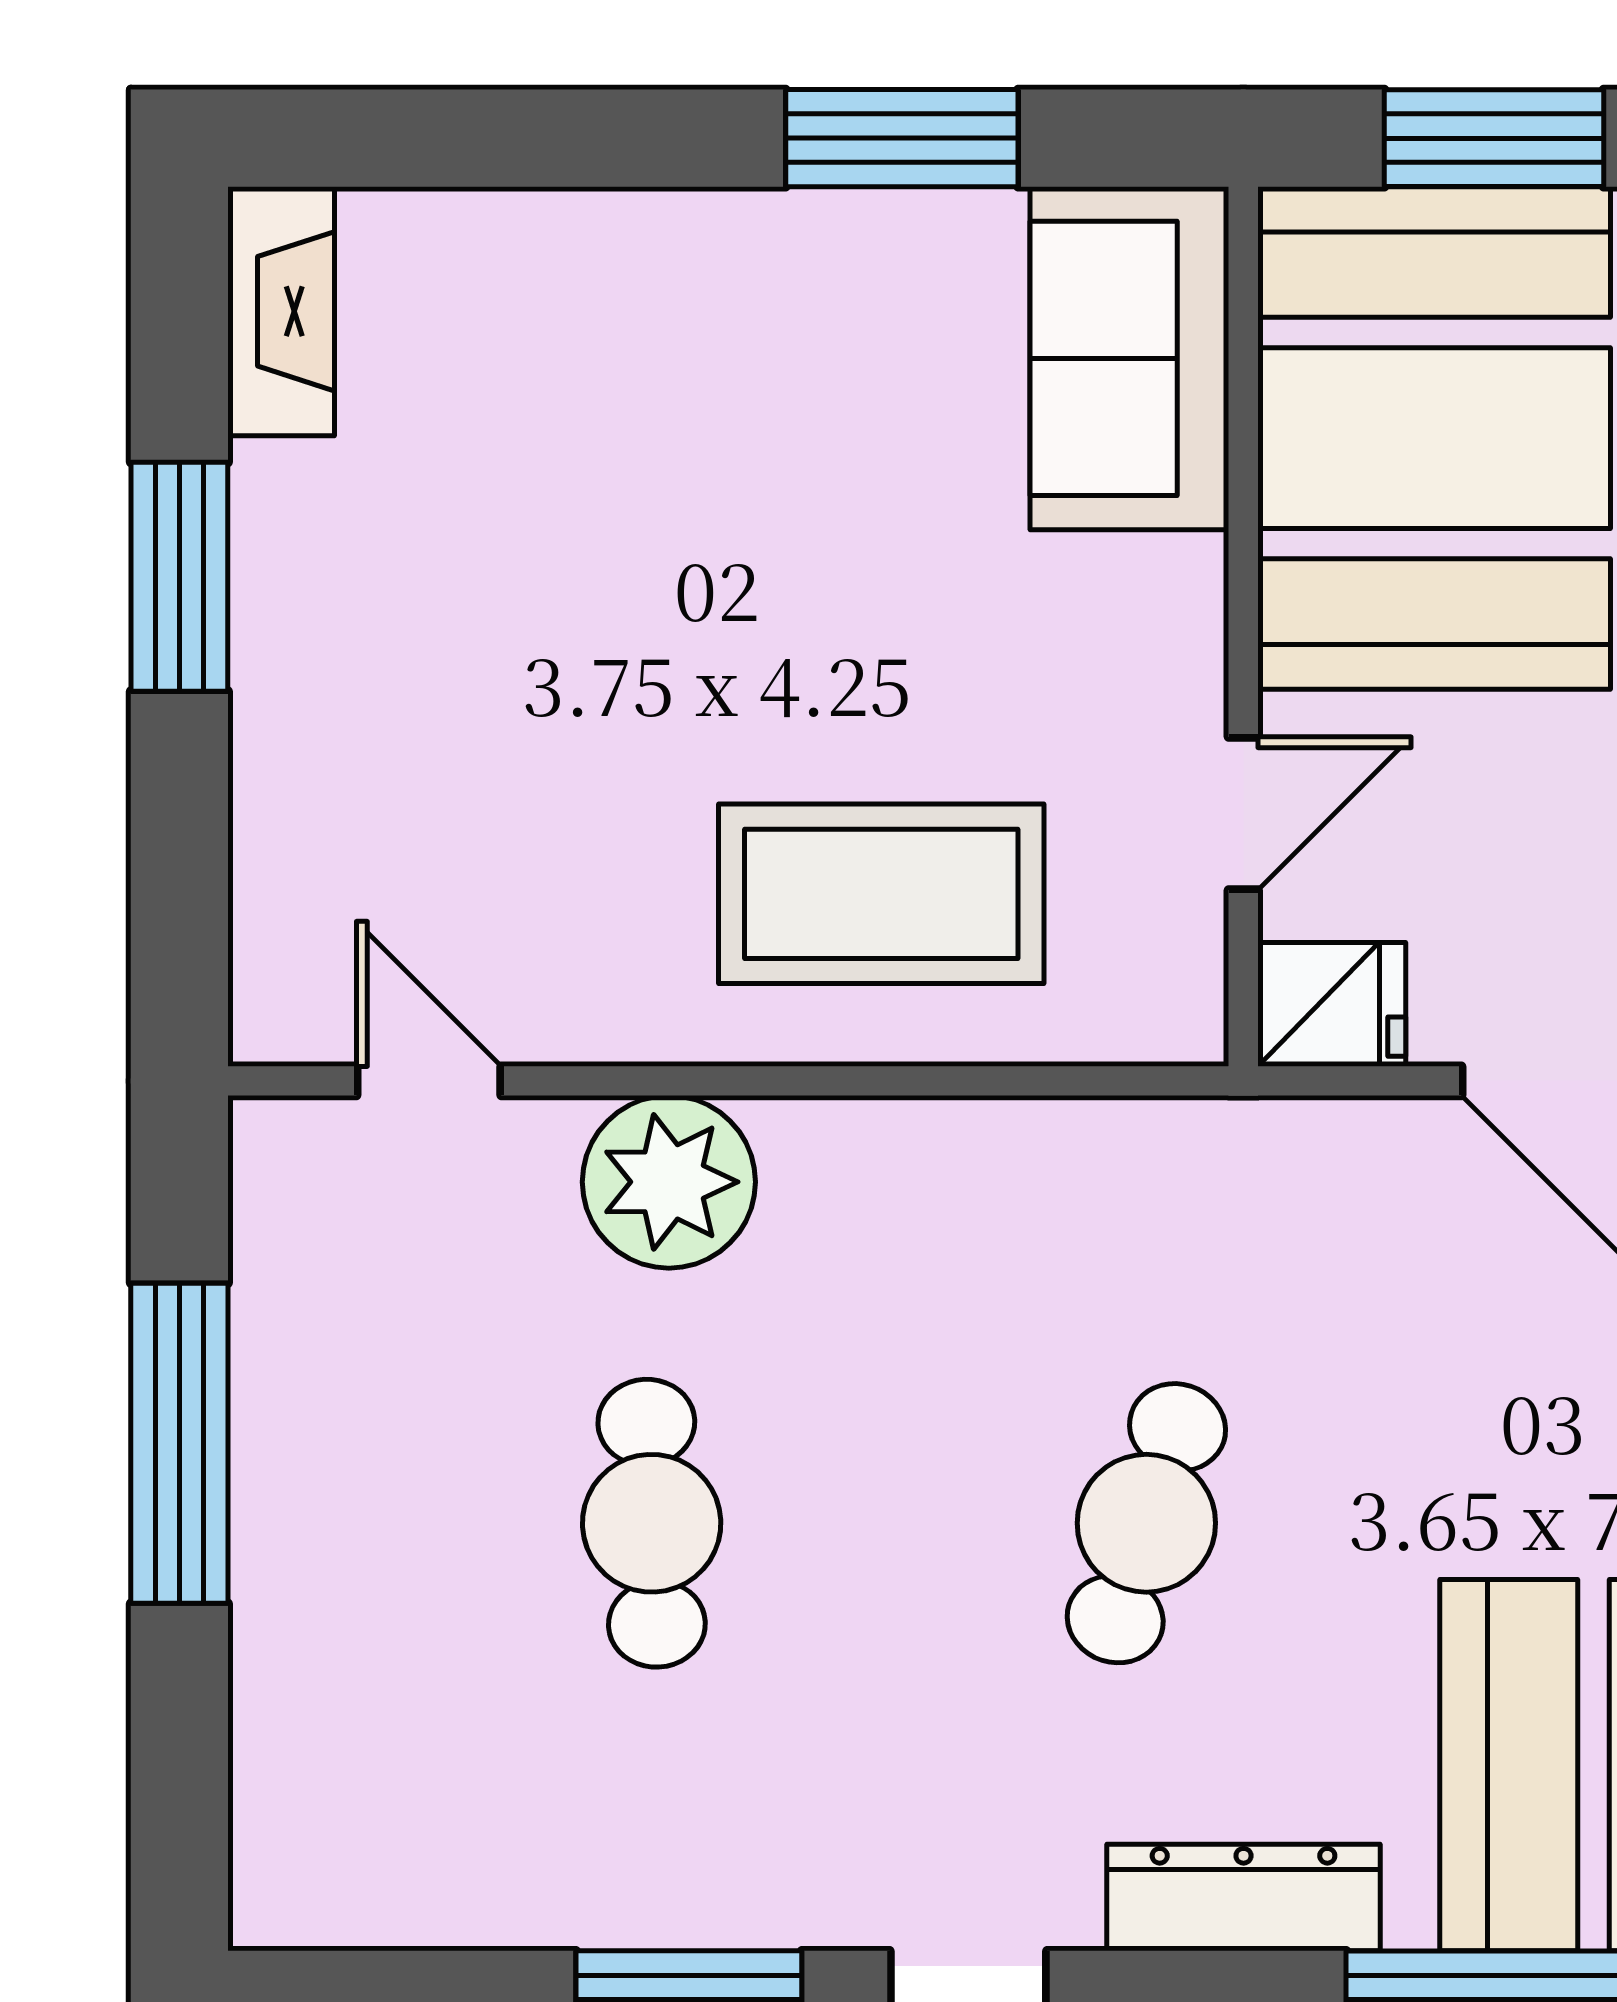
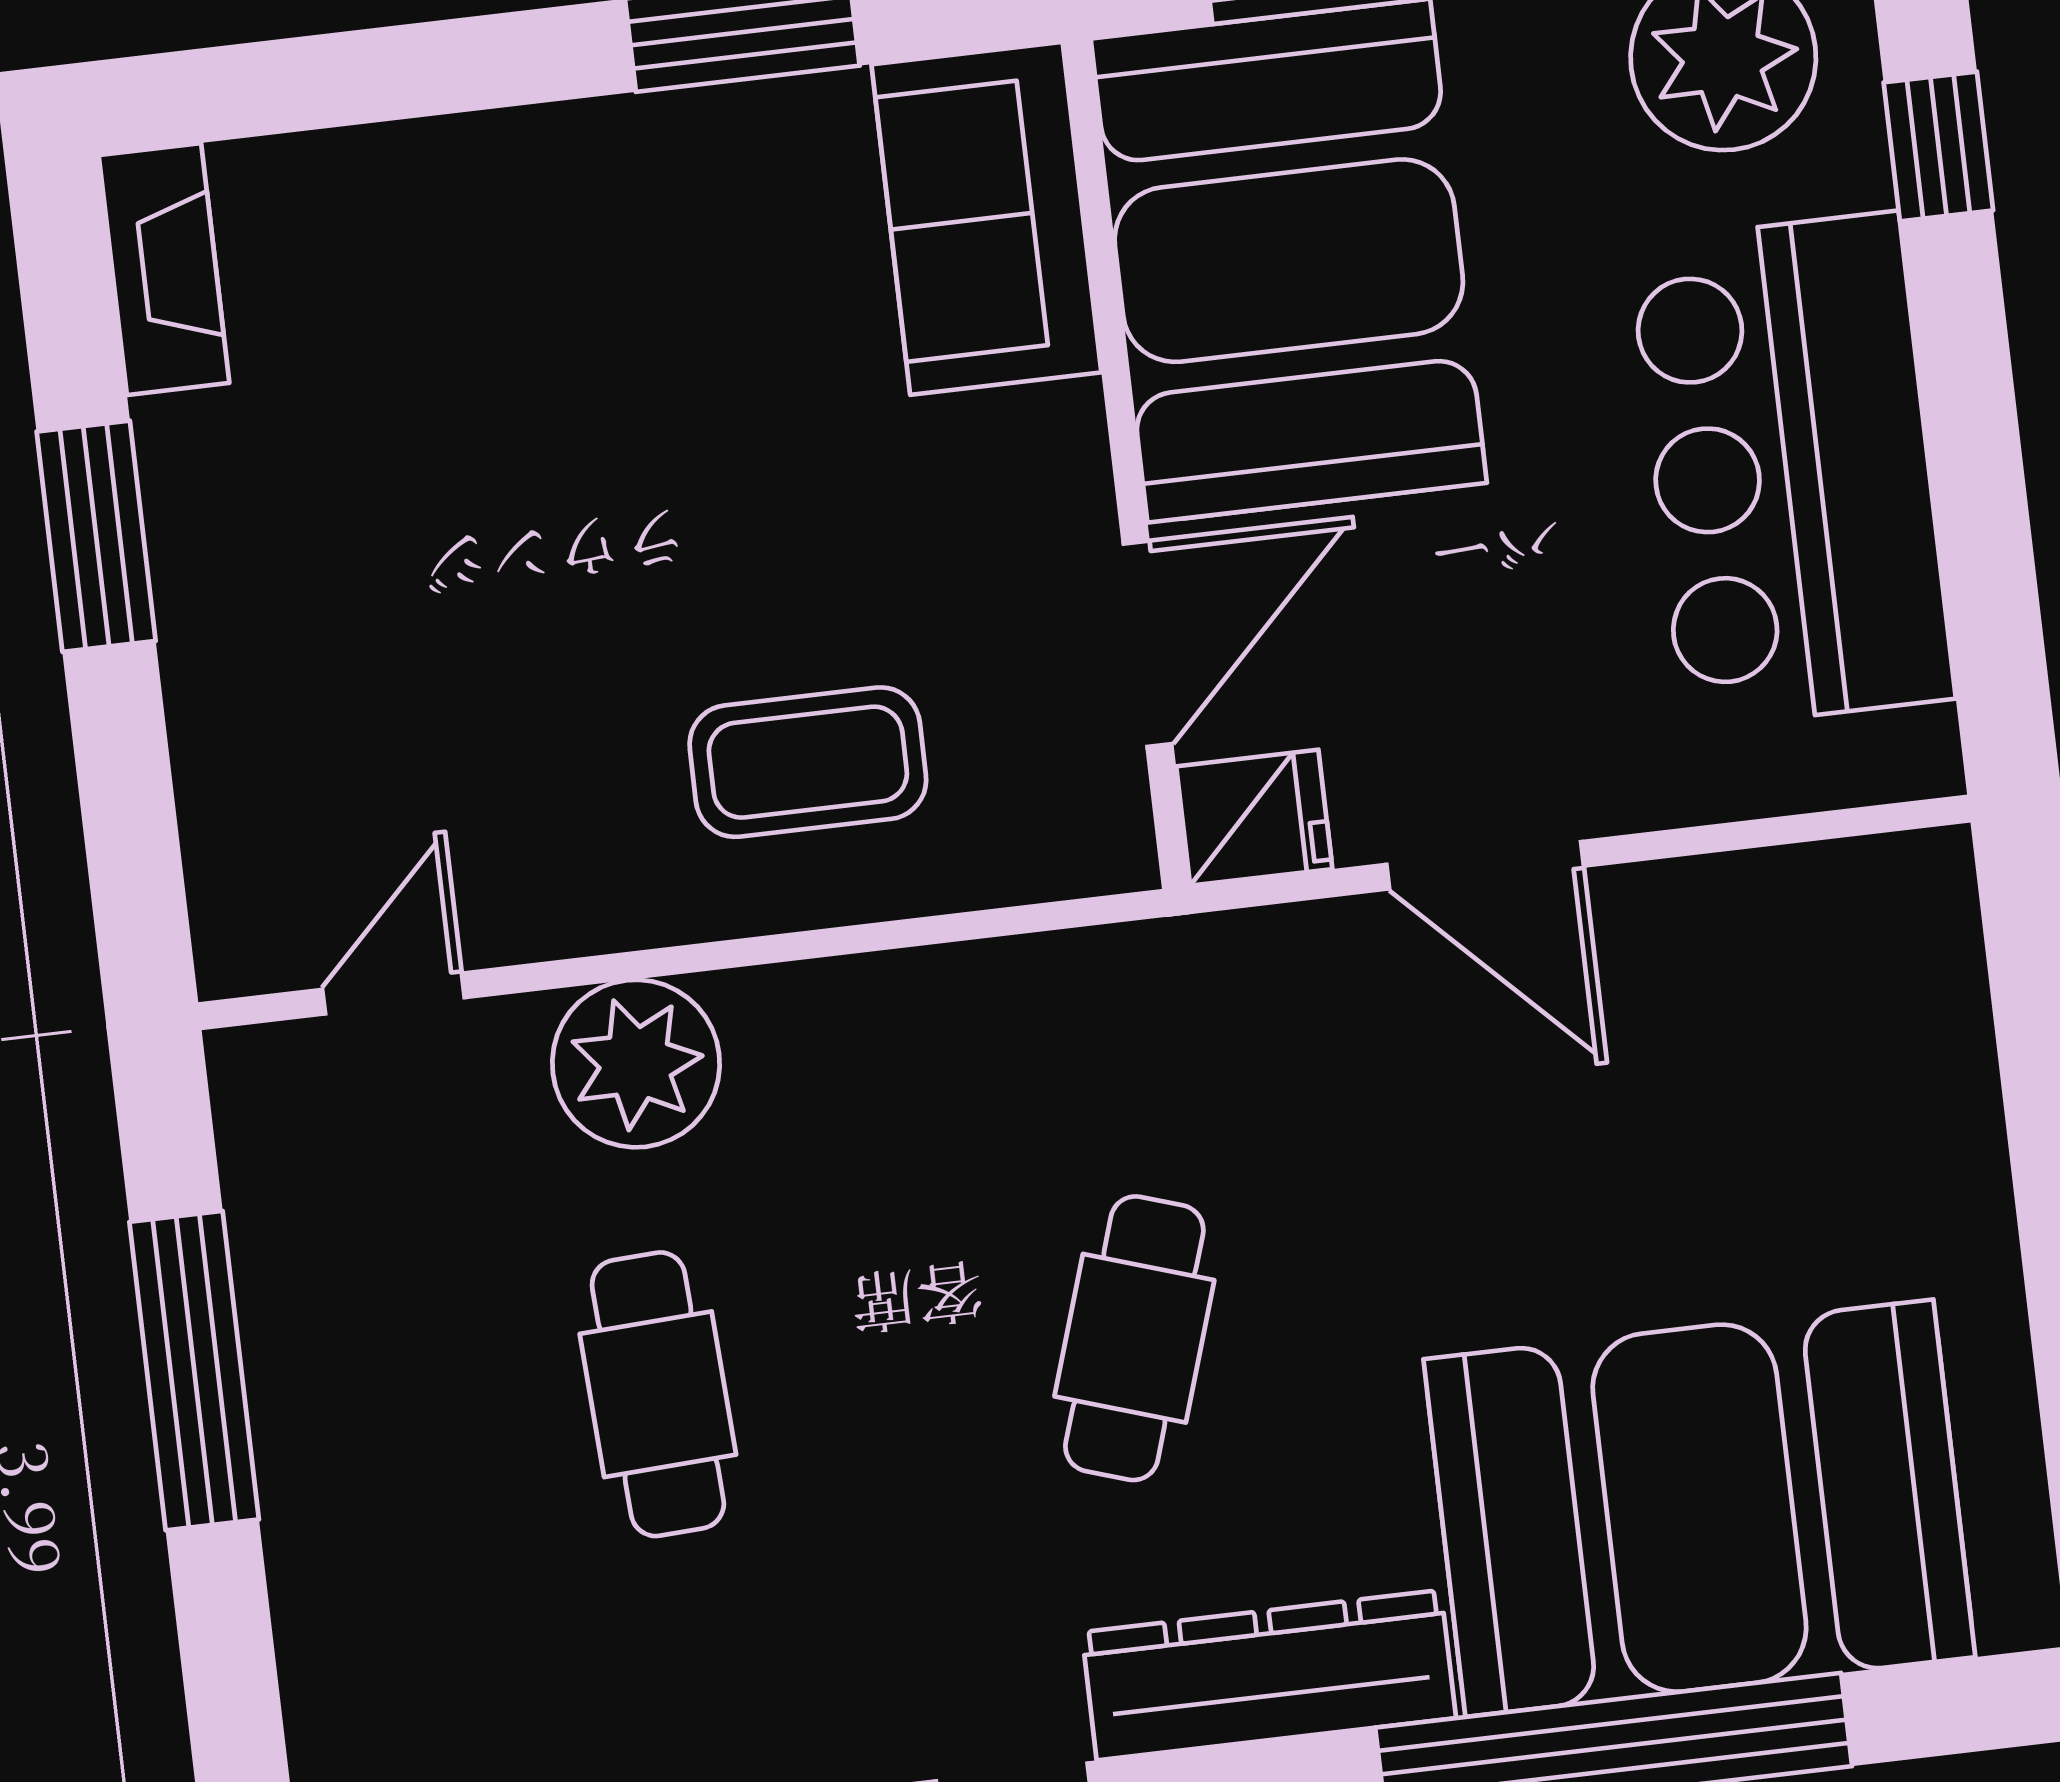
door: (1243, 814) -> (1147, 644), width x1.38
coffee table: (881, 894) -> (808, 762), width x0.73, depth x0.76
door: (429, 1081) -> (393, 994), hinge flipped
dresser: (1244, 1897) -> (1269, 1675), width x1.37, depth x1.24

